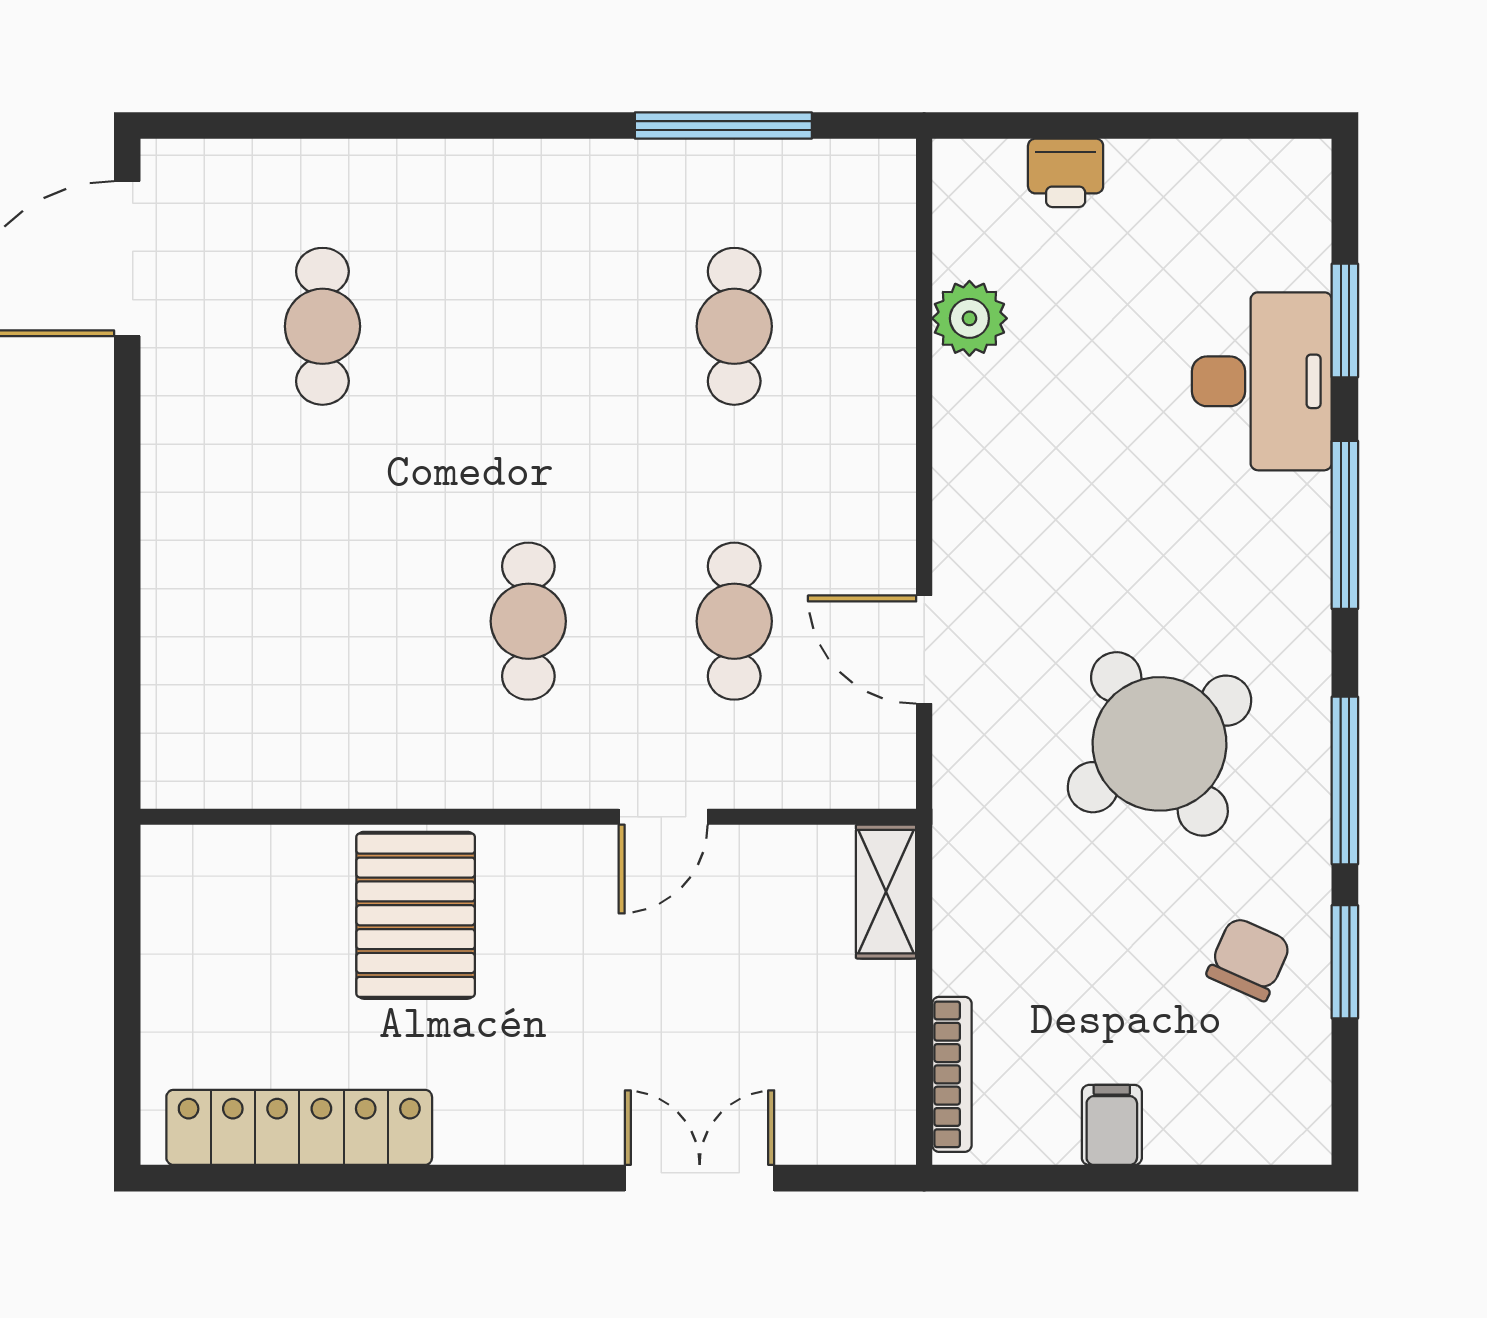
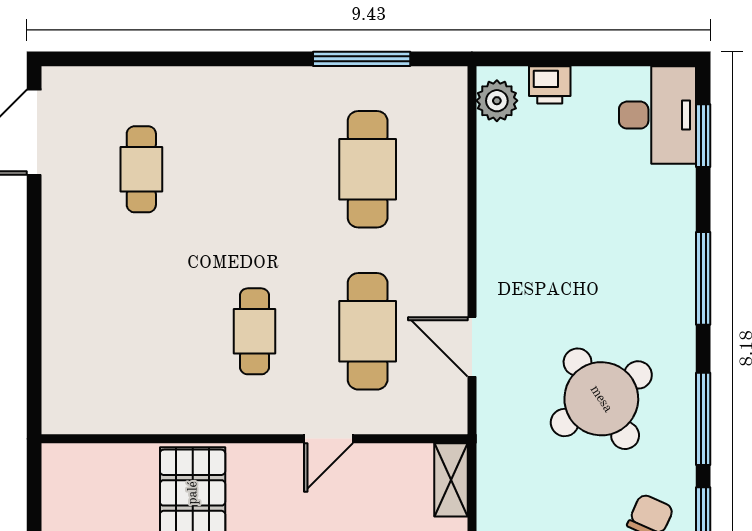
plant: (969, 318) -> (497, 101), moved
window: (1345, 320) -> (703, 136), moved
cafe table: (734, 326) -> (368, 169), width x1.37, depth x1.35
desk: (1262, 381) -> (657, 115), moved
cafe table: (734, 621) -> (368, 331), width x1.37, depth x1.35

